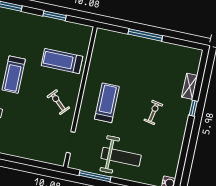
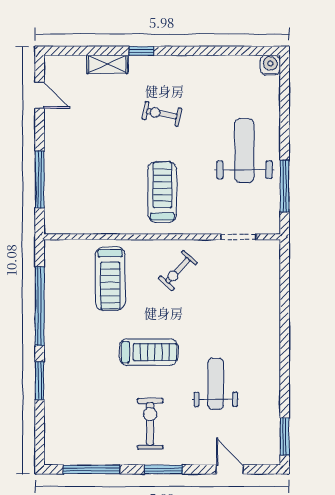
window: (55, 16) -> (40, 306), width x2.11
window: (145, 35) -> (40, 179), moved
door: (180, 42) -> (40, 95), added
treadmill: (107, 103) -> (162, 192), turned 90

